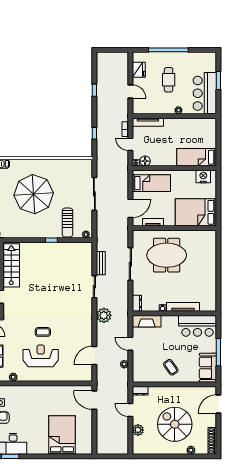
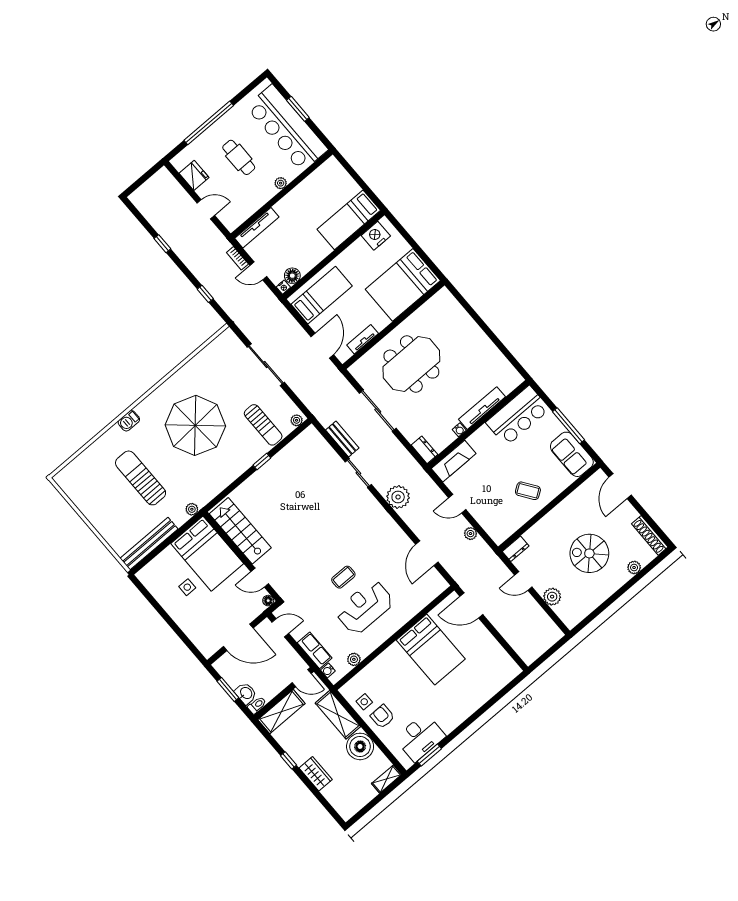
bar counter: (205, 93) -> (287, 128), width x1.36
spiral stairs: (175, 424) -> (589, 553), width x0.73, depth x0.73
bed: (62, 435) -> (431, 649), moved, turned 180

